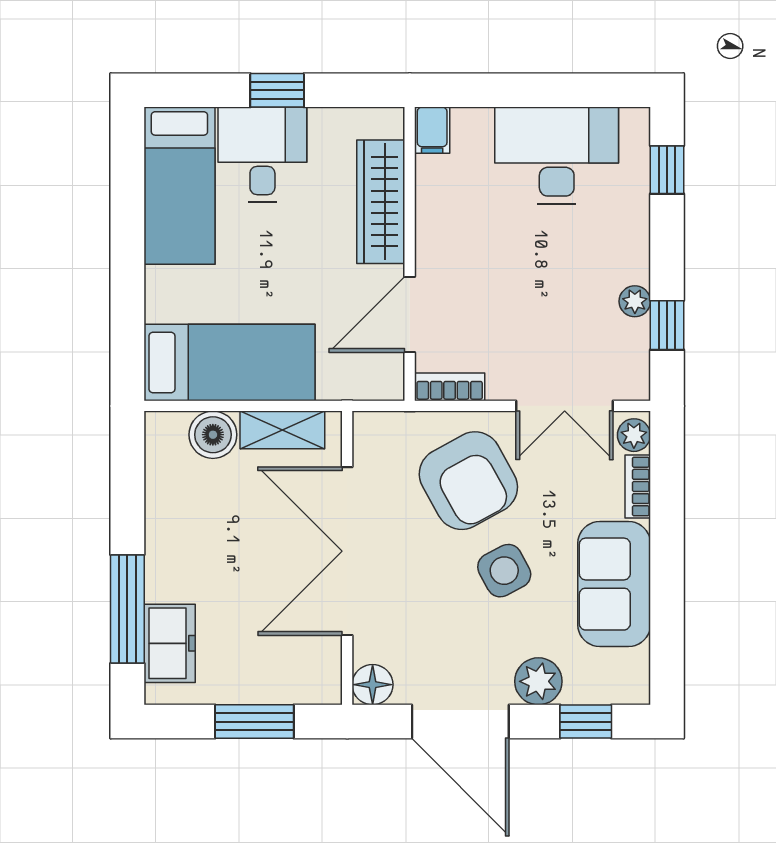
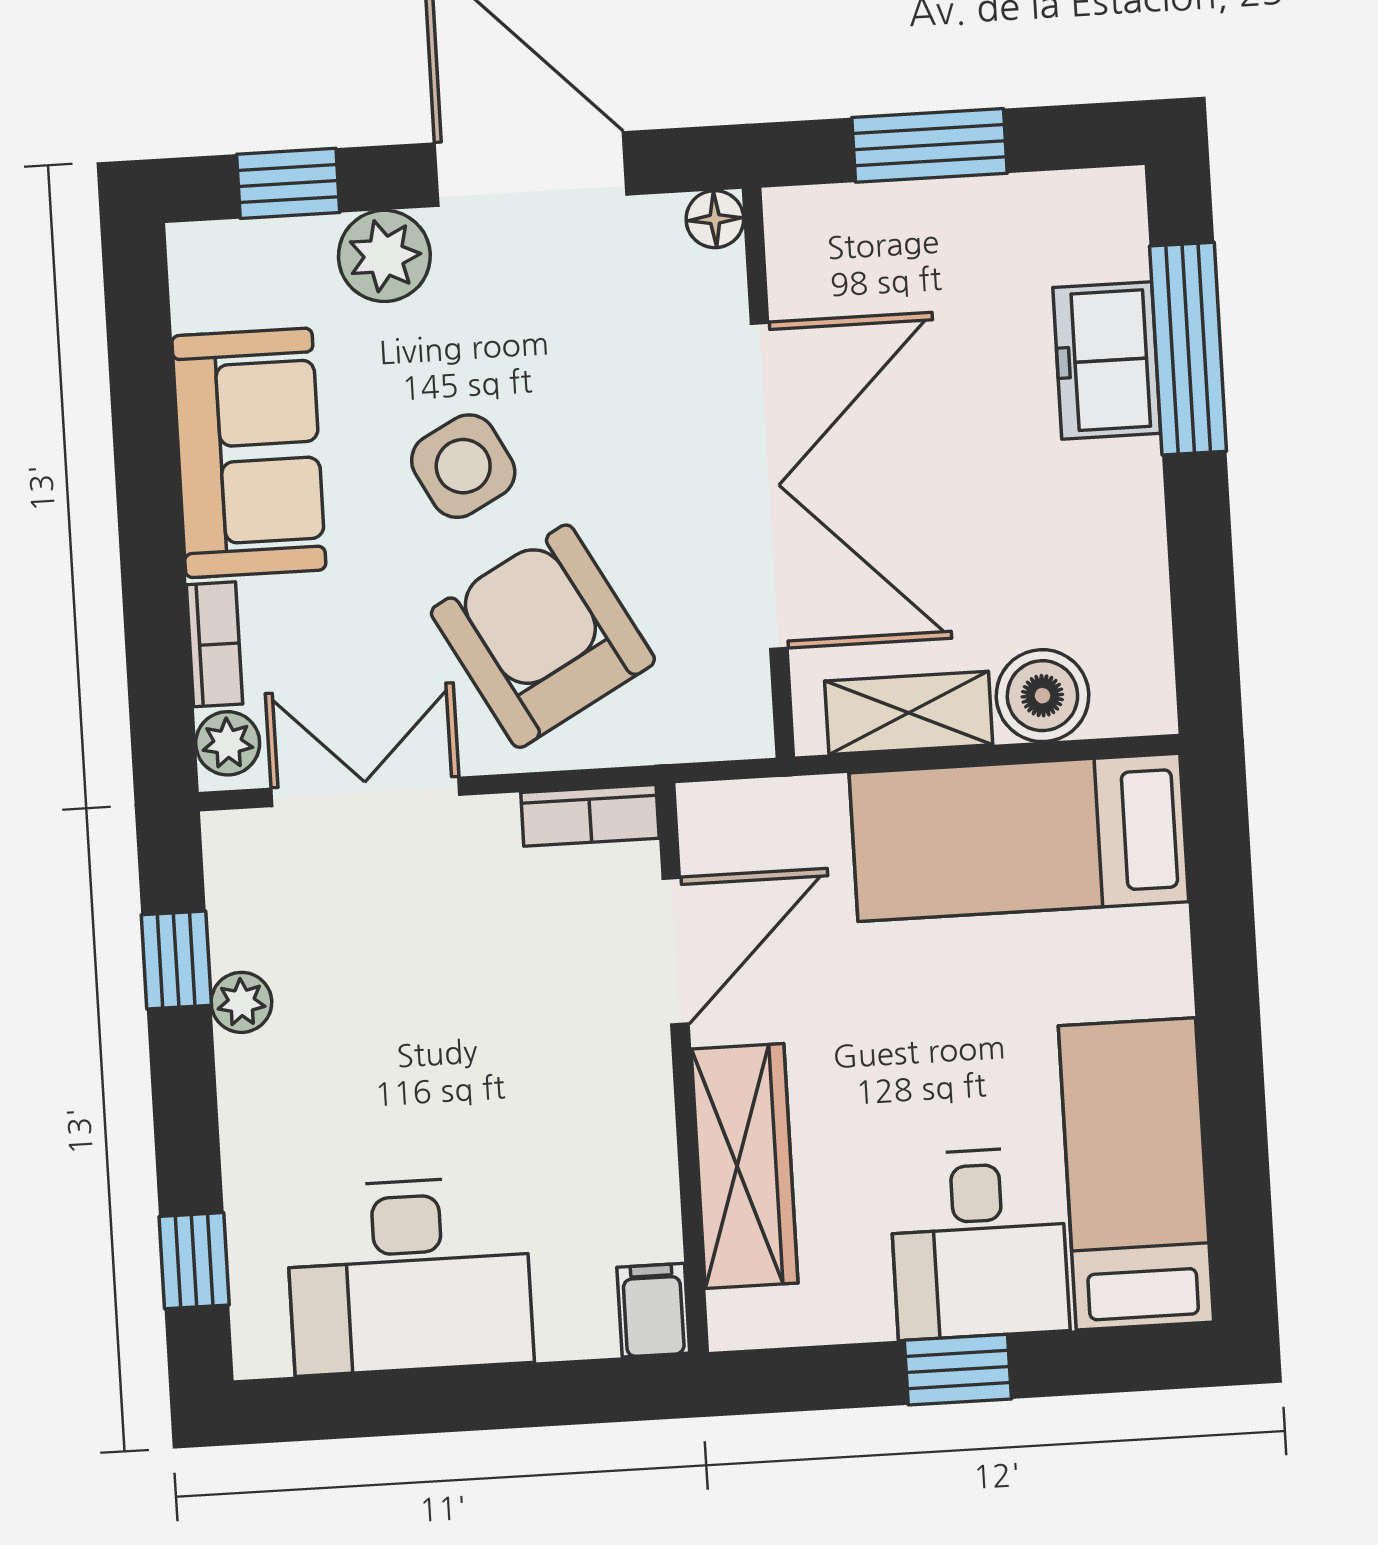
freezer: (170, 643) -> (1107, 360), moved
floor lamp: (373, 685) -> (715, 219), width x0.73, depth x0.73

